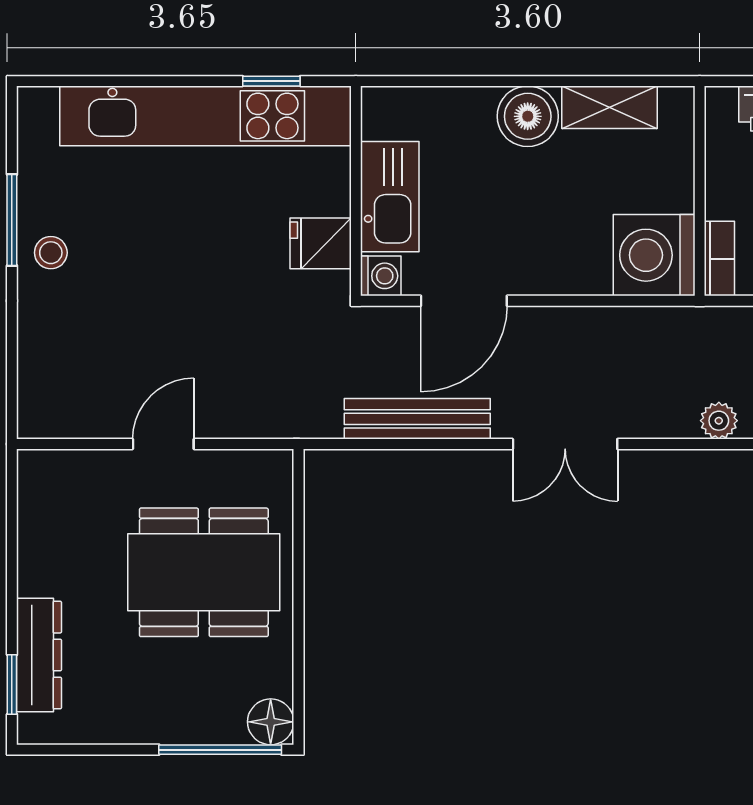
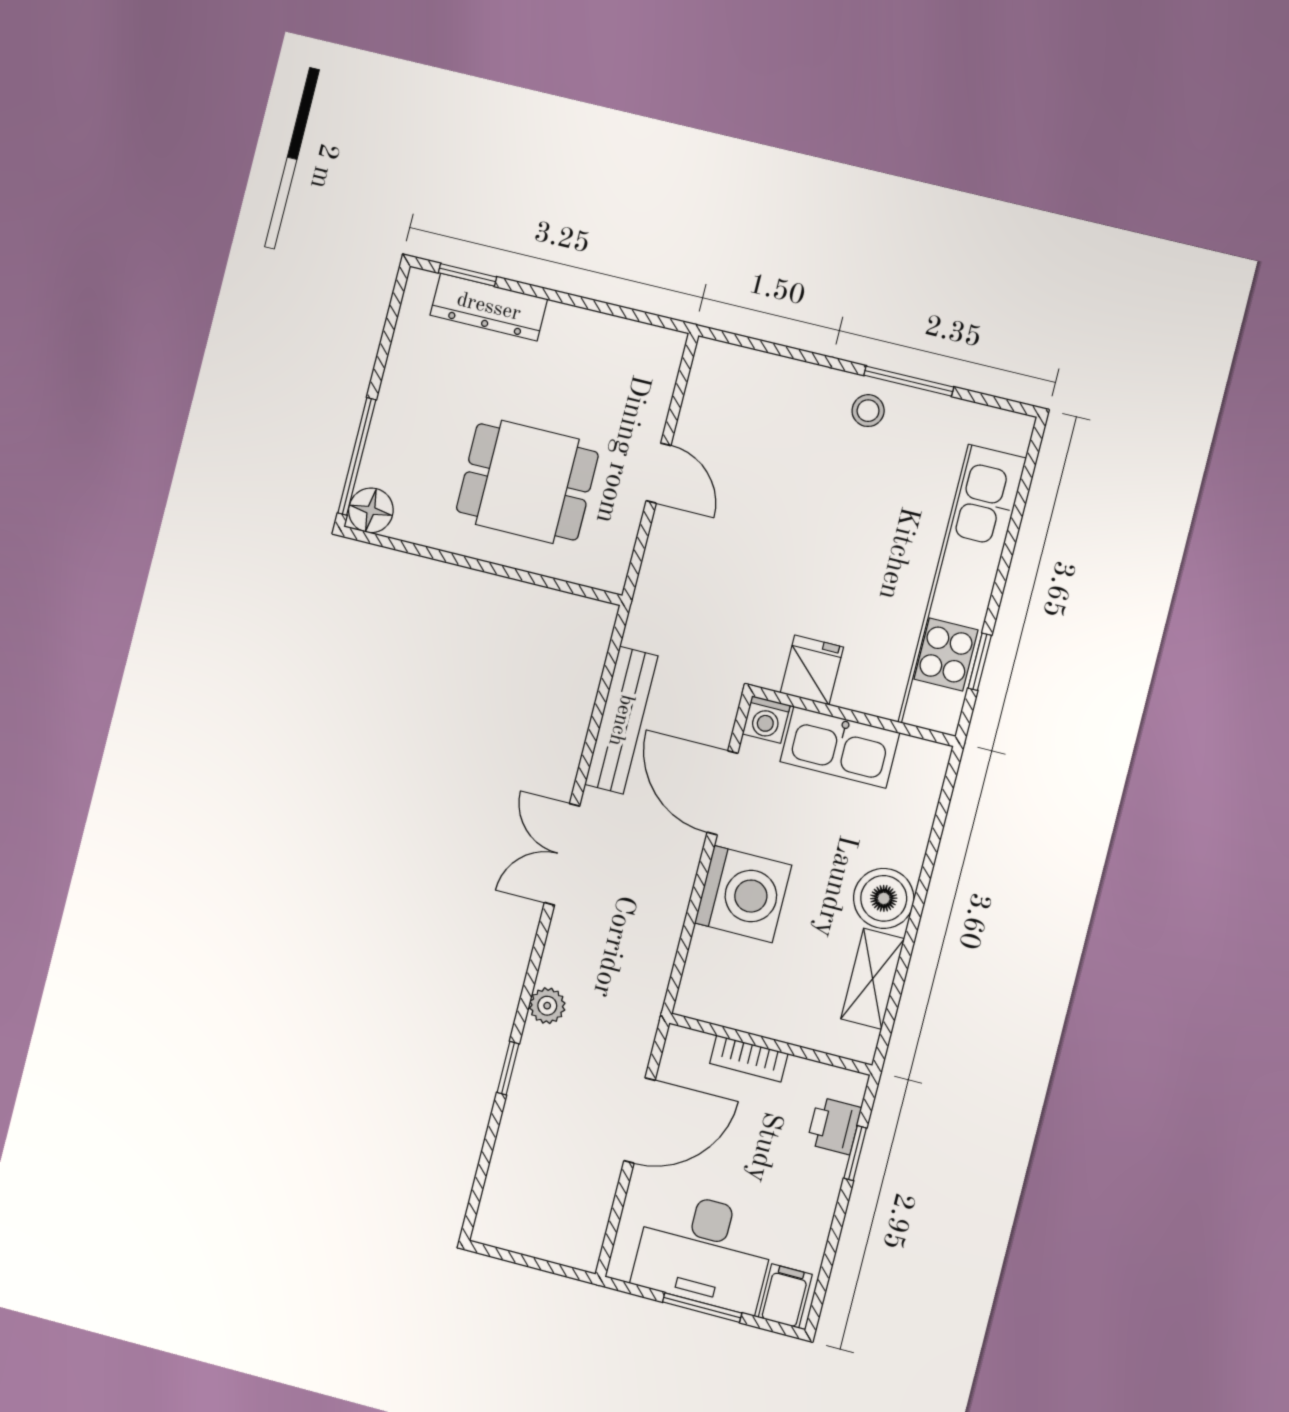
washing machine: (654, 255) -> (743, 894), moved, turned 90
bookcase: (719, 259) -> (749, 1059), moved
dining table: (204, 572) -> (527, 482), width x0.73

